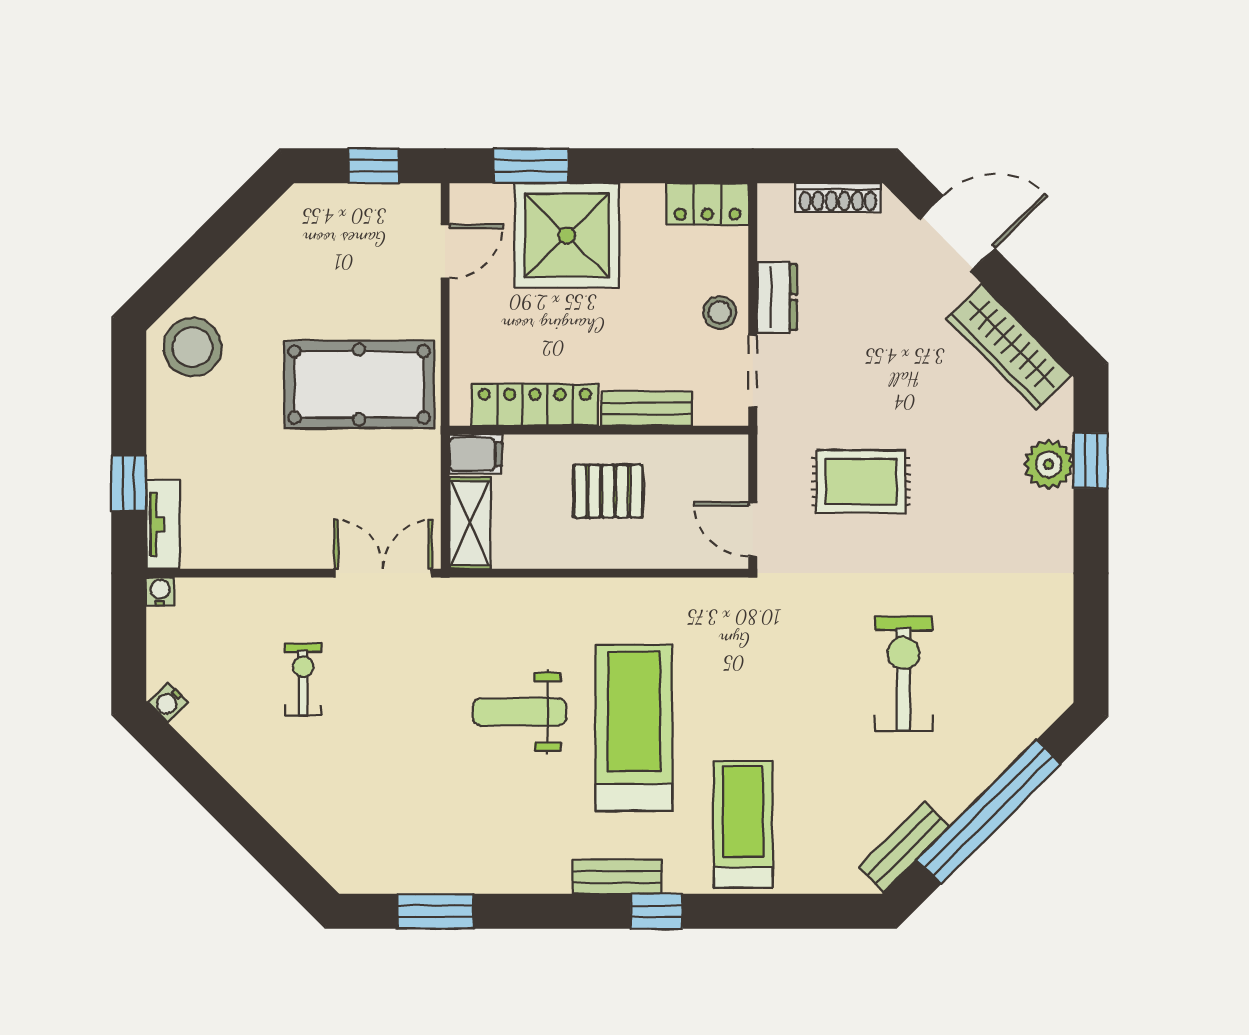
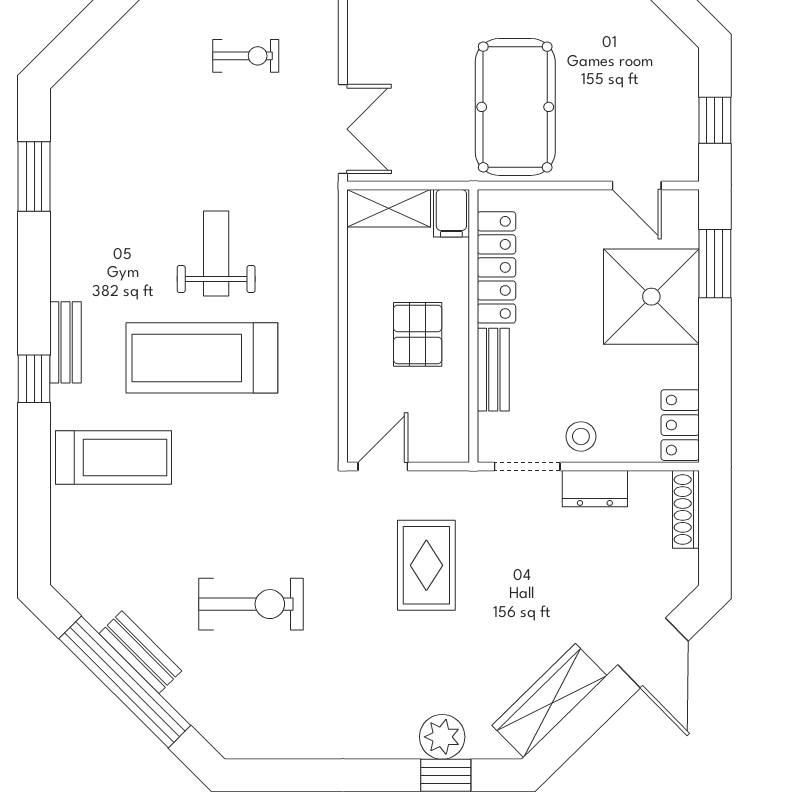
shoe rack: (838, 198) -> (686, 509), moved
treadmill: (634, 728) -> (202, 358), turned 180
bench: (904, 847) -> (140, 652), moved

